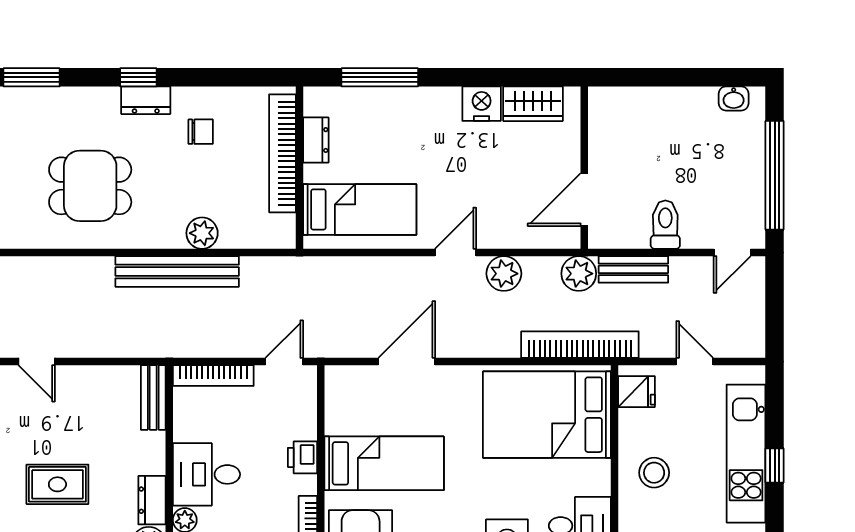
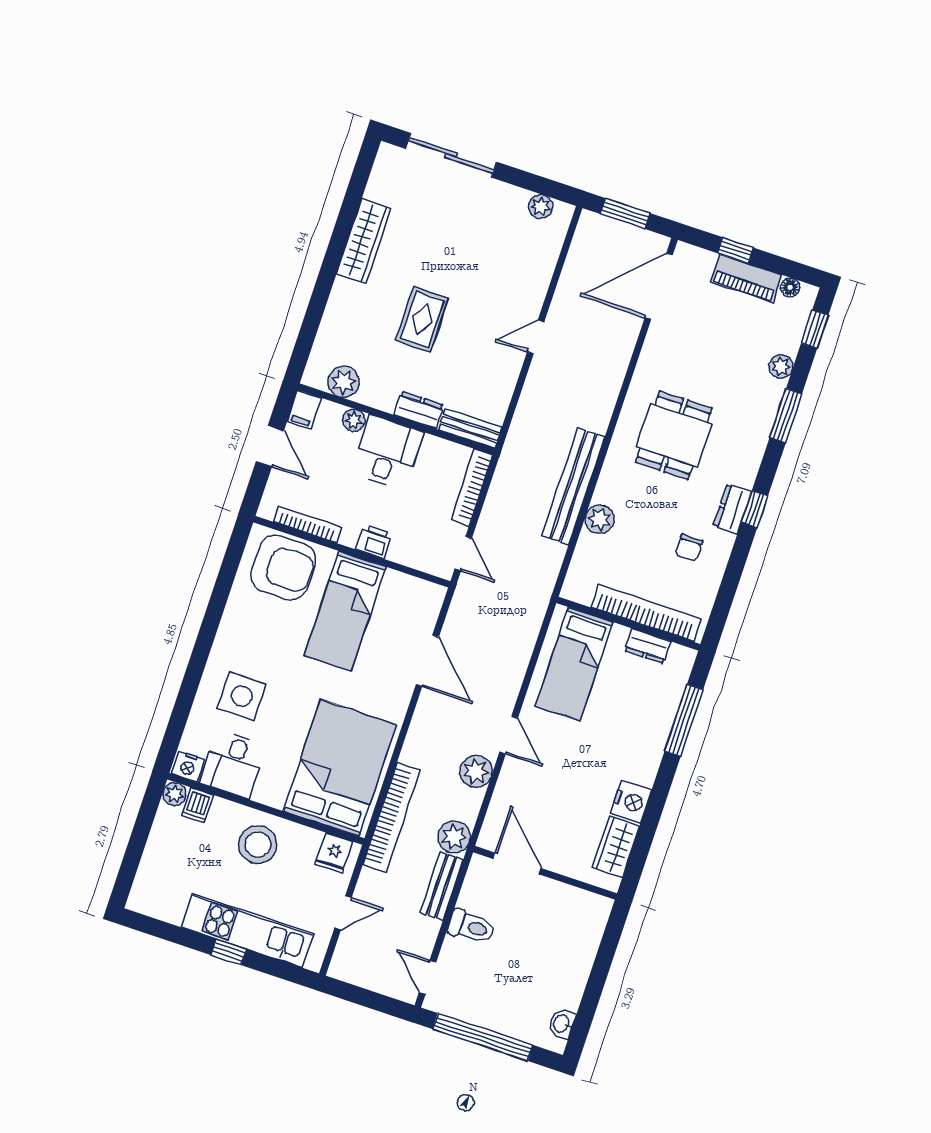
stool: (654, 473) -> (258, 845), width x1.38, depth x1.38
dresser: (152, 500) -> (419, 410), moved

